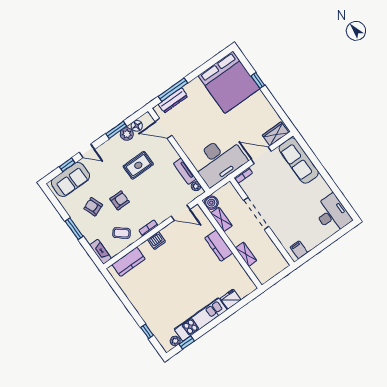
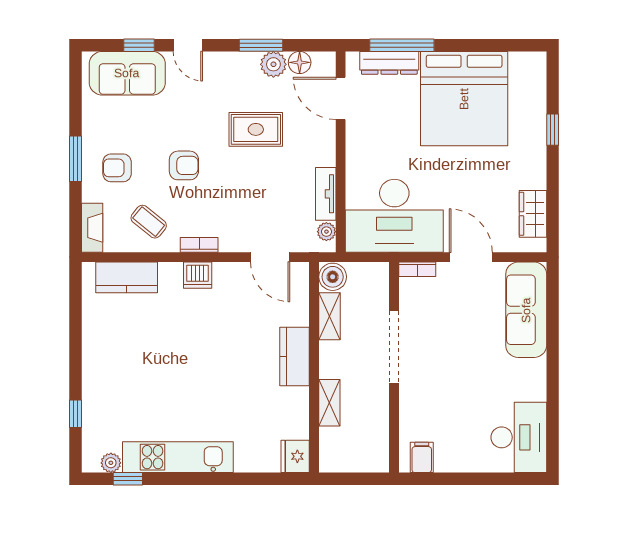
bed: (229, 82) -> (464, 99), moved
wardrobe: (276, 134) -> (533, 214), moved, turned -90
armchair: (93, 207) -> (117, 168), moved, turned -69
fridge: (231, 299) -> (295, 456), moved, turned -90

